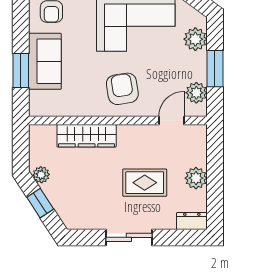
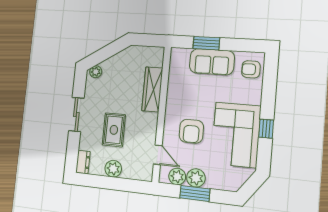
plant: (195, 39) -> (196, 178), moved
armchair: (122, 89) -> (191, 131), moved, turned 99
plant: (41, 175) -> (96, 72), moved
window: (40, 203) -> (107, 52), removed

